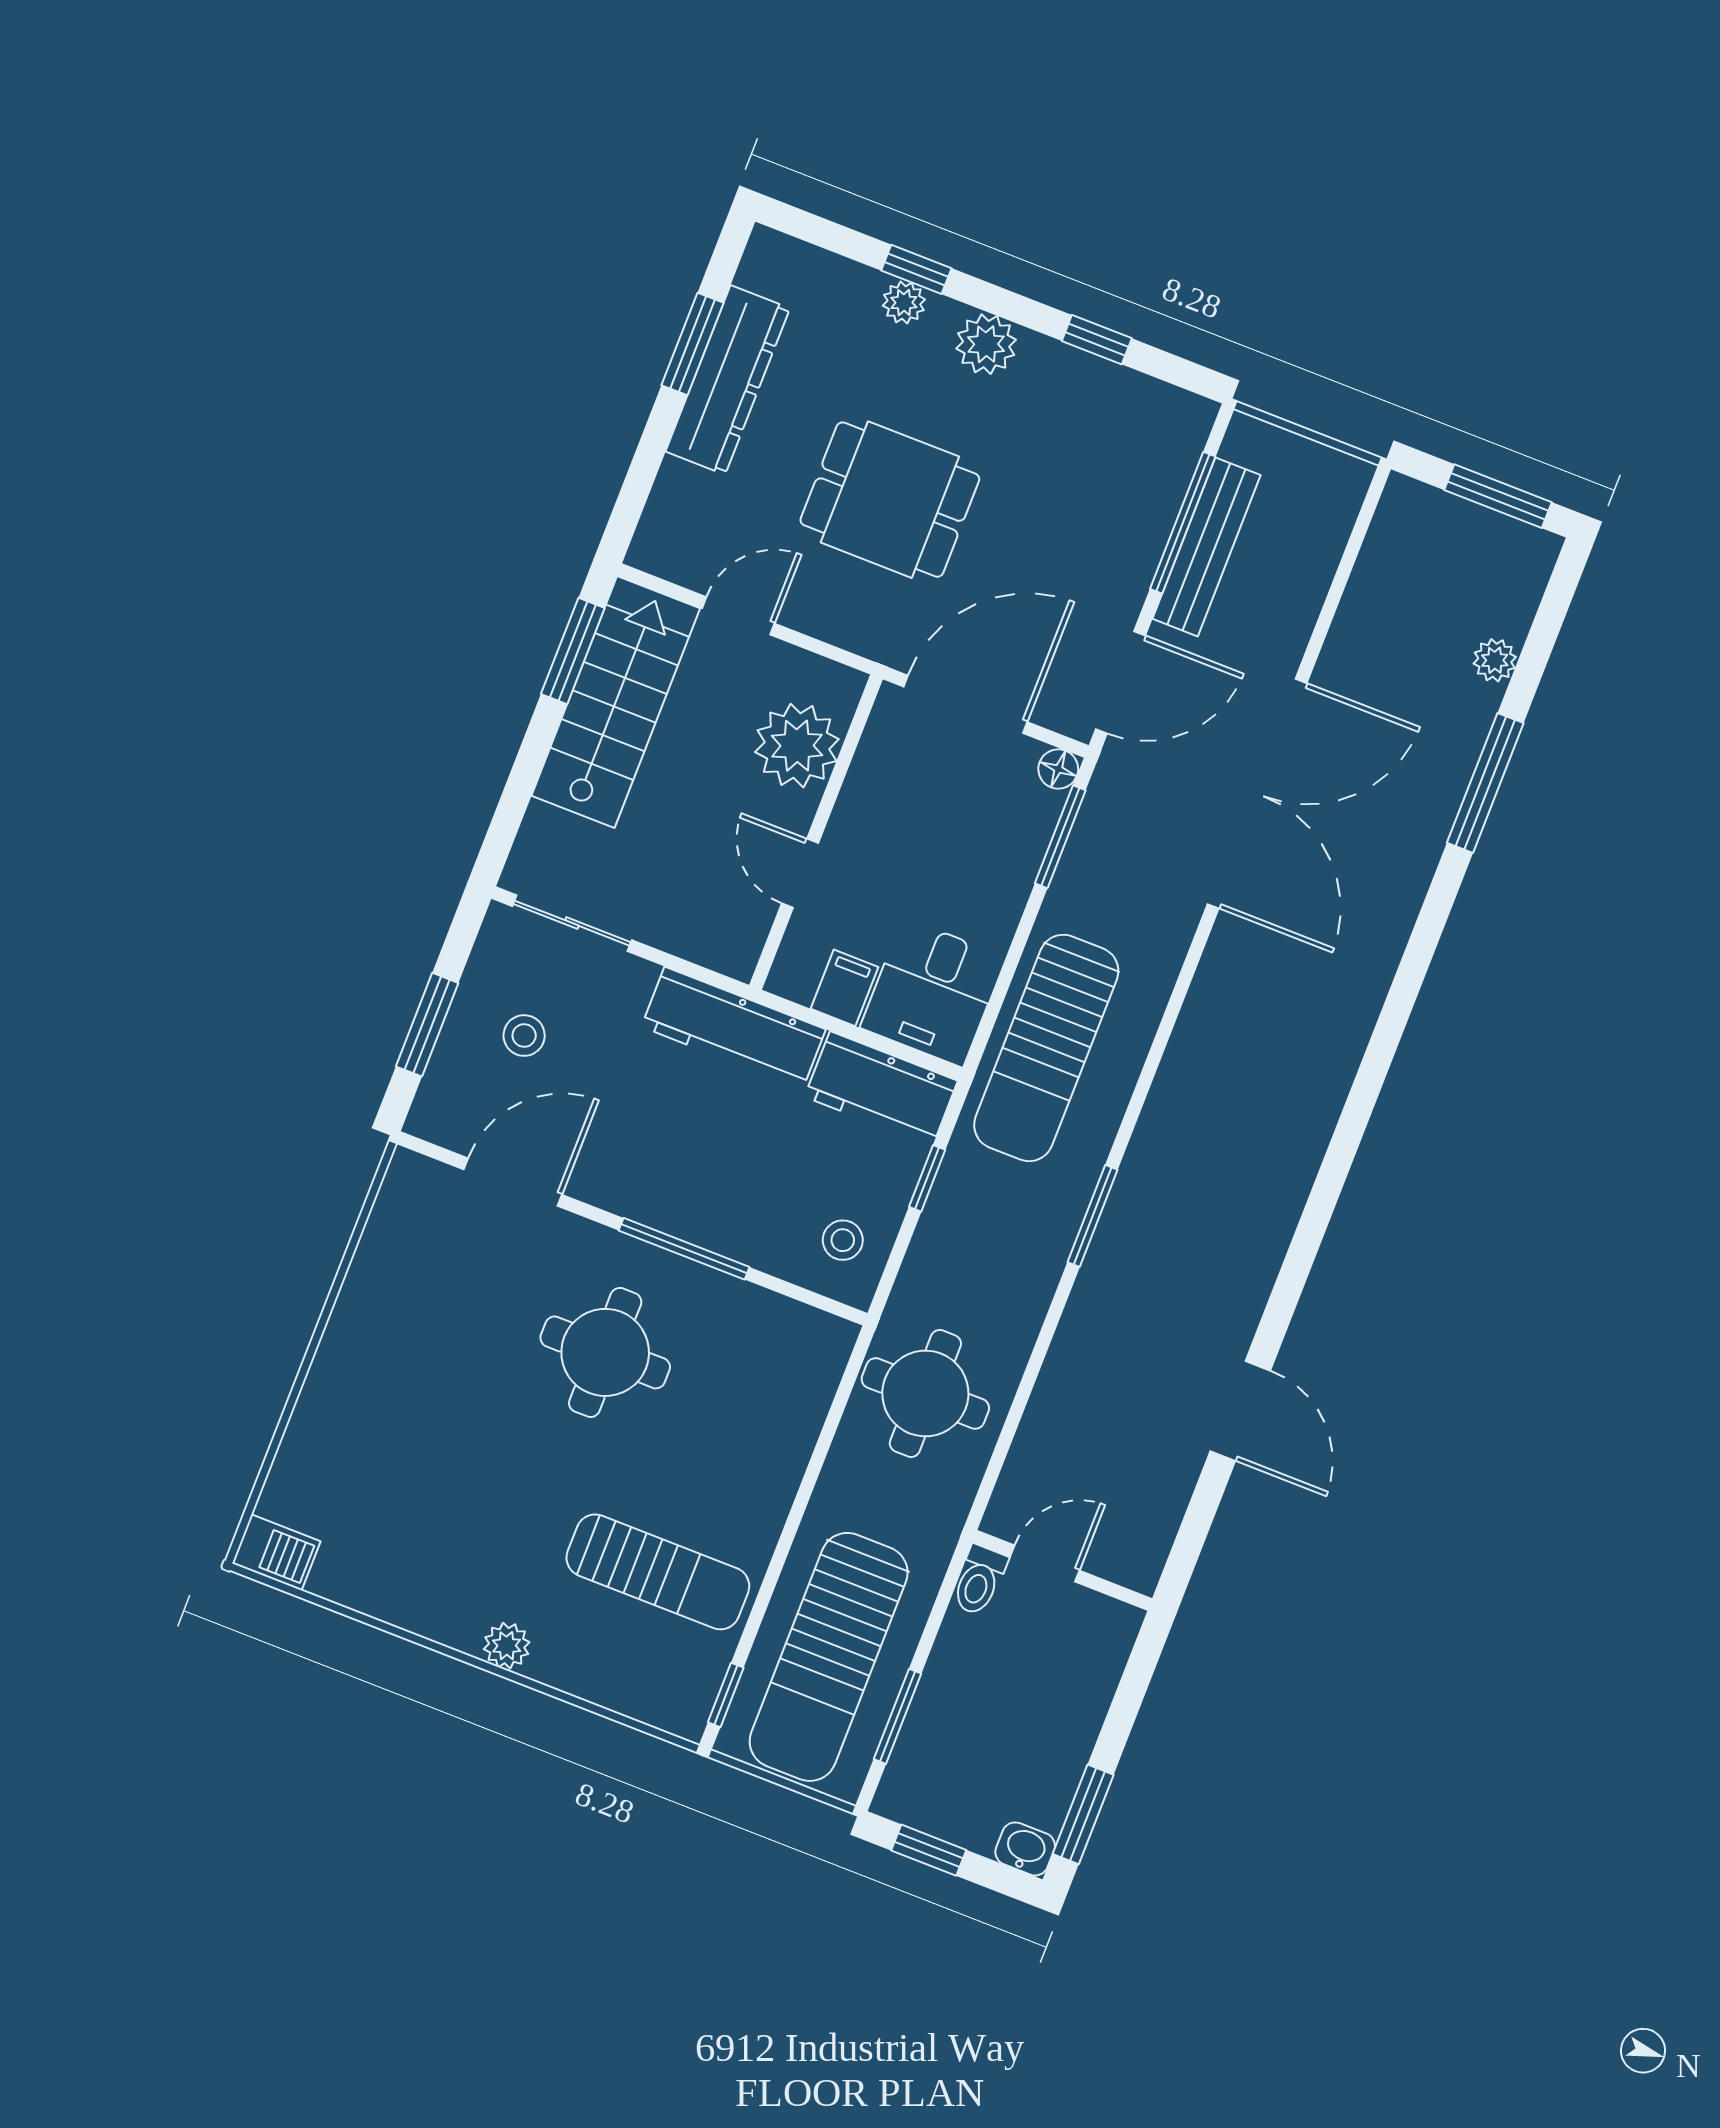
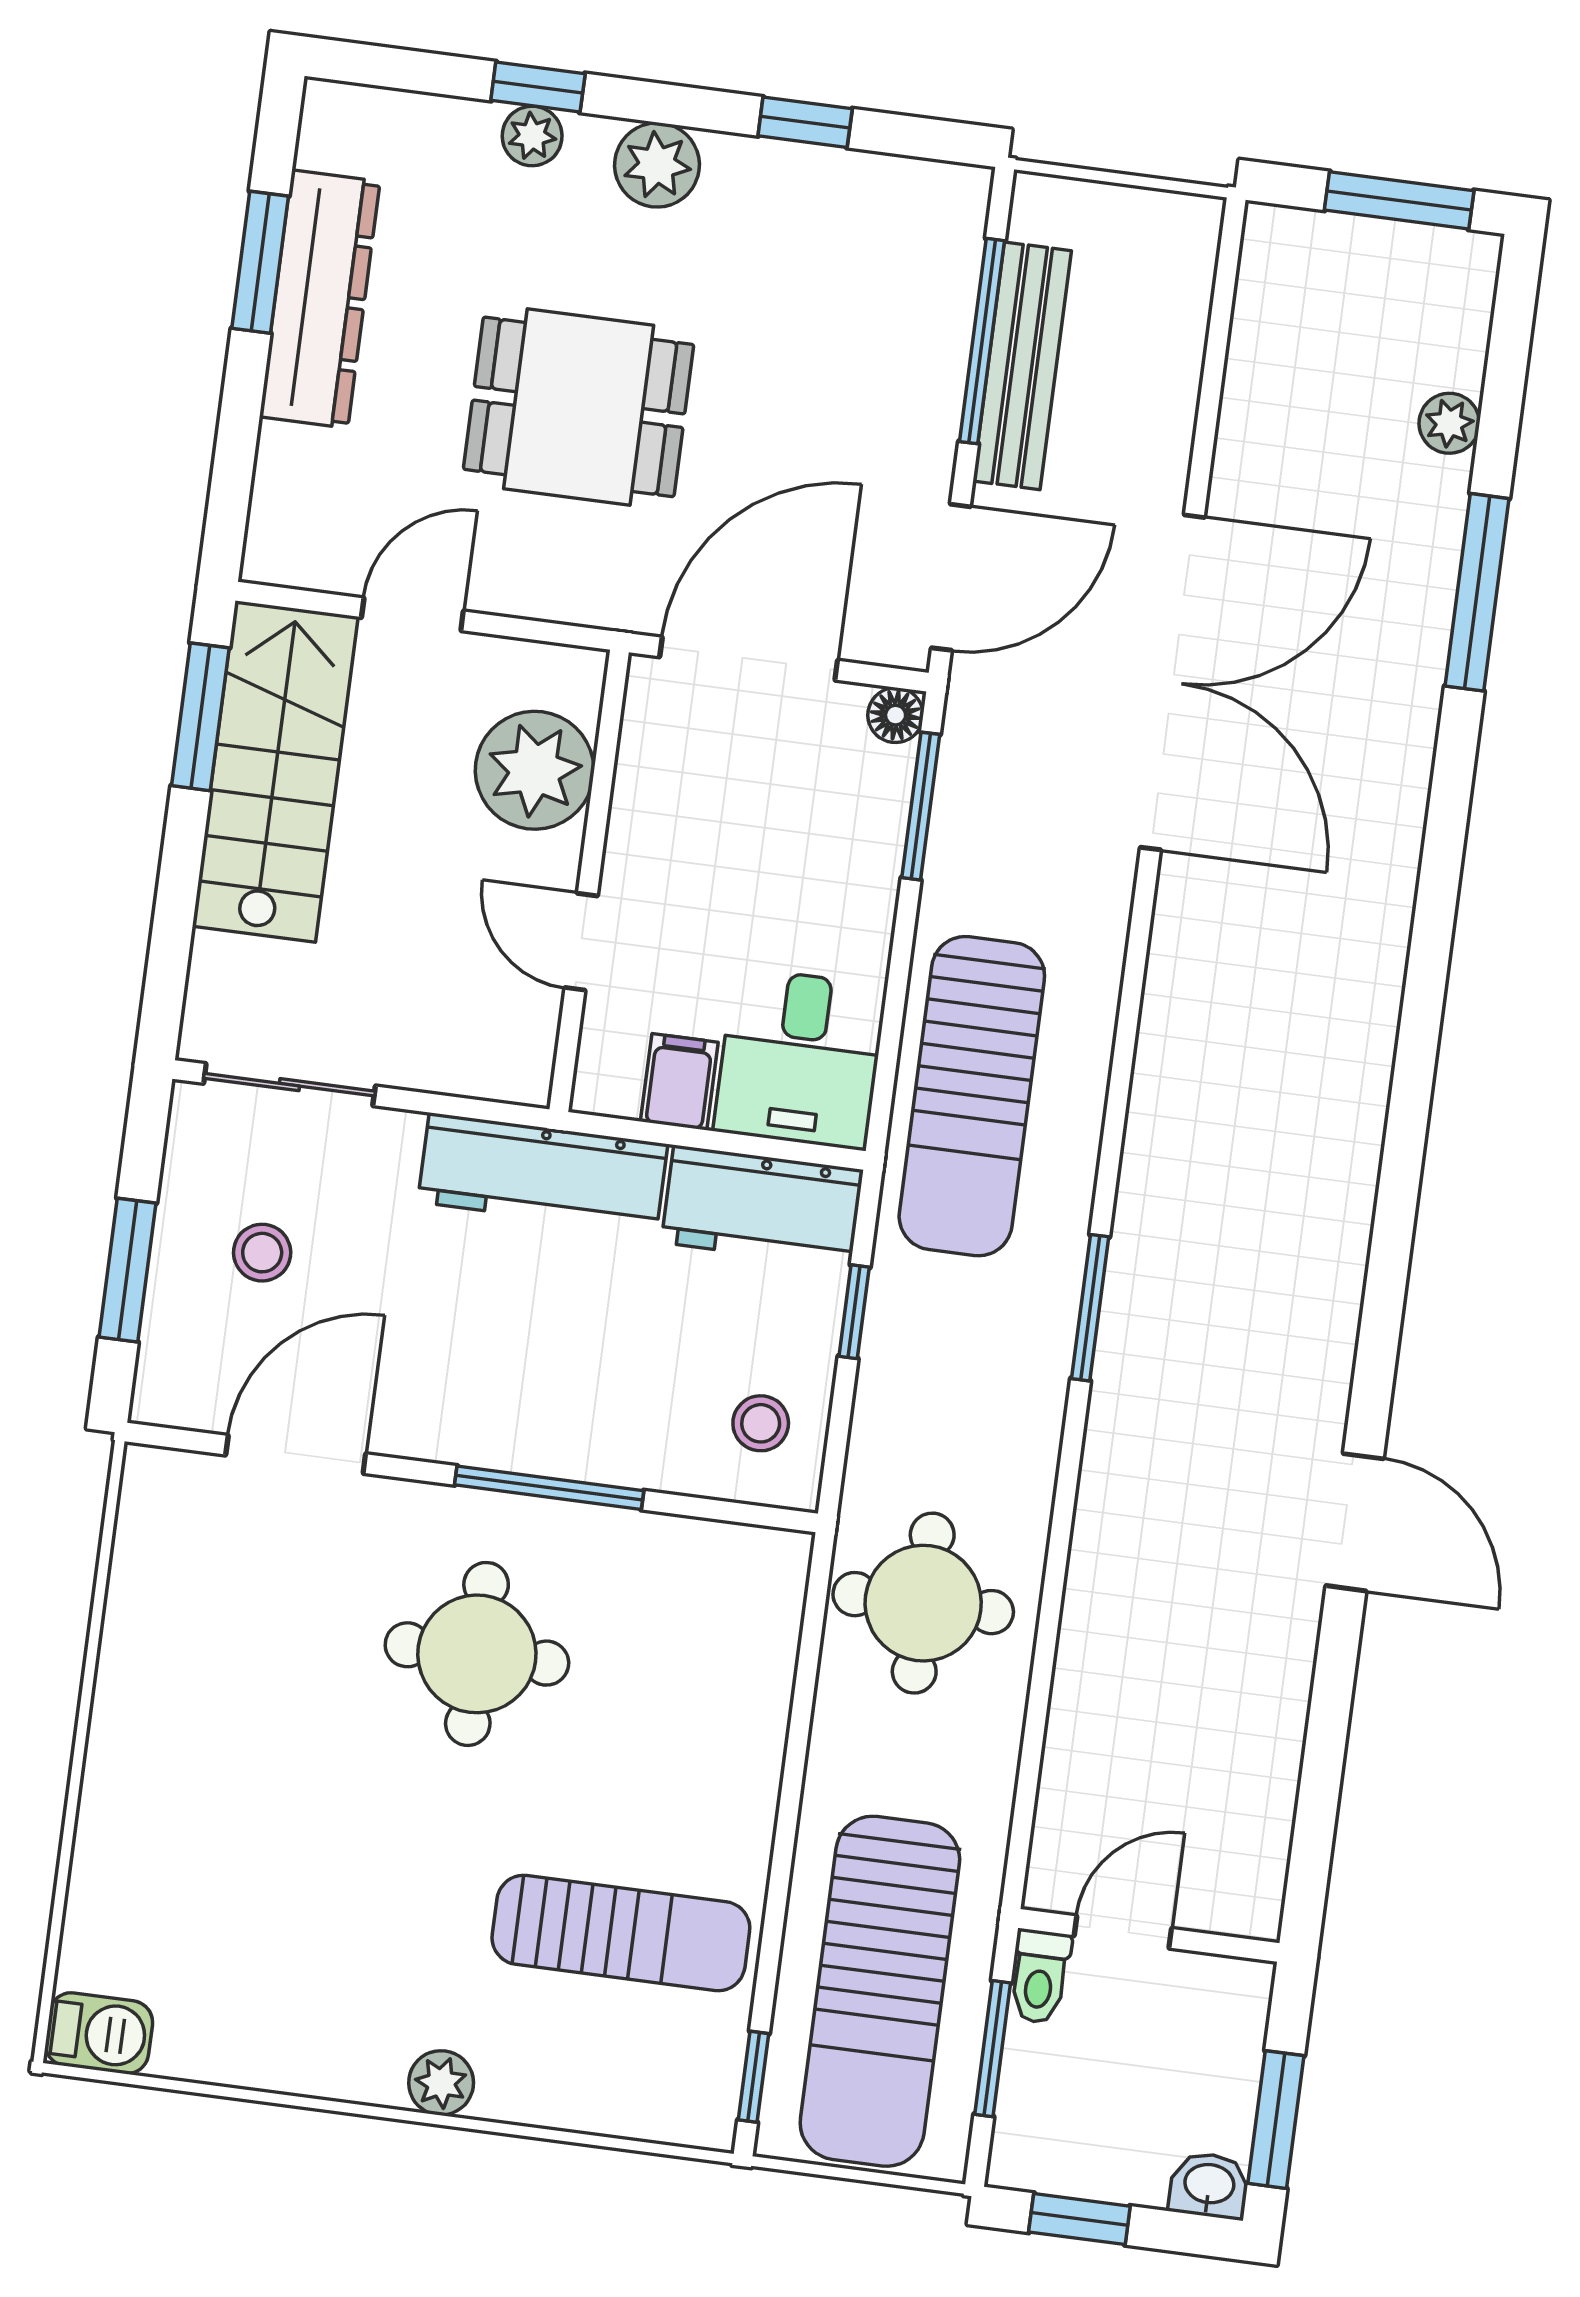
door: (1045, 1564) -> (1123, 1932), moved
wall: (1062, 1570) -> (1149, 1935), moved
toilet: (979, 1580) -> (1040, 1976), moved

